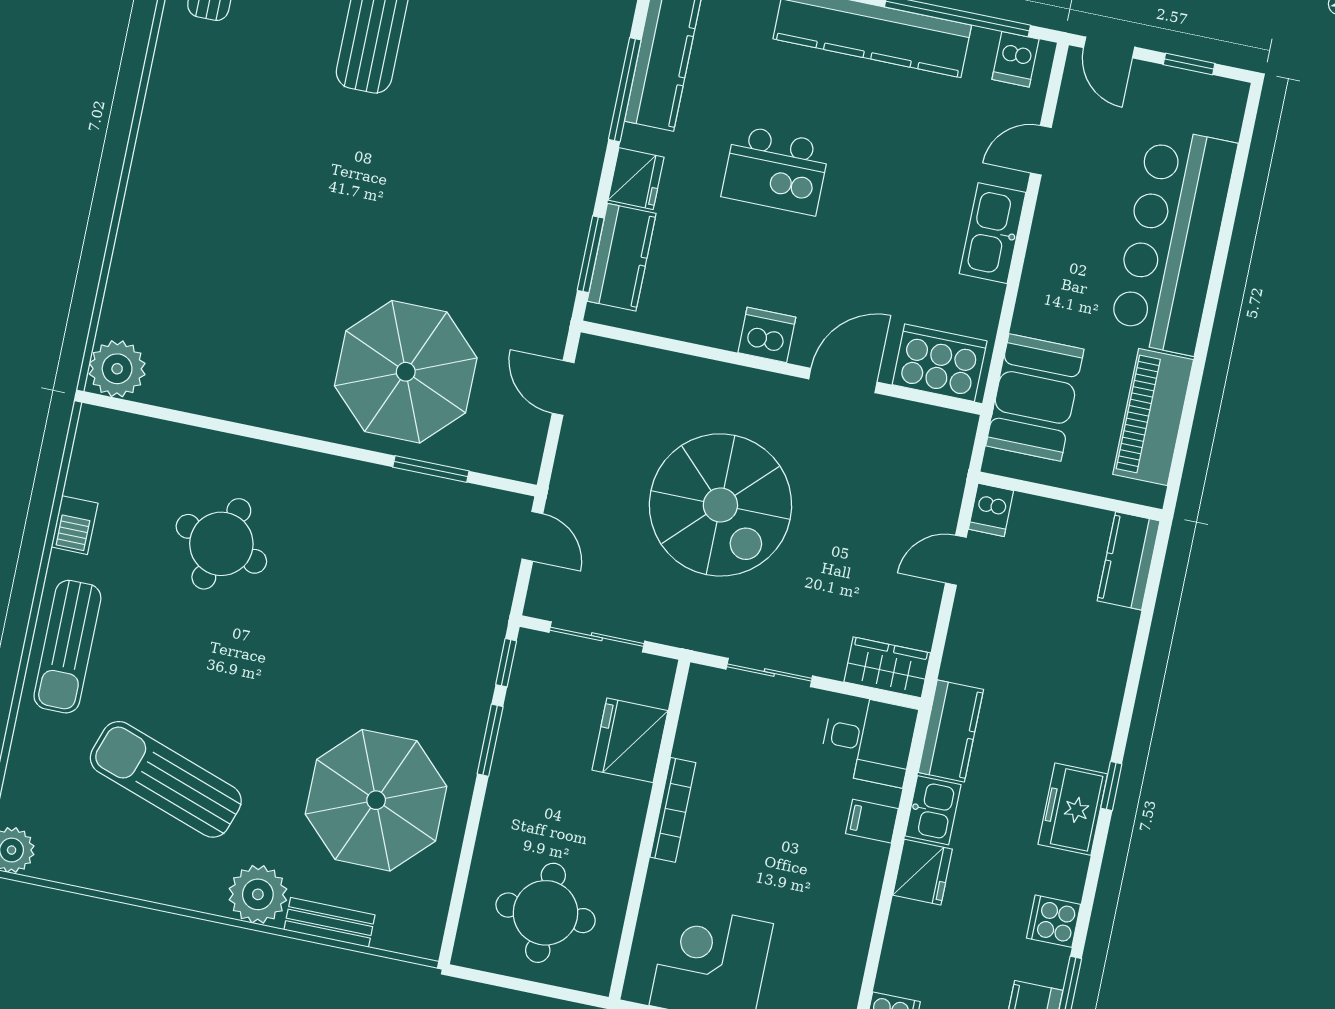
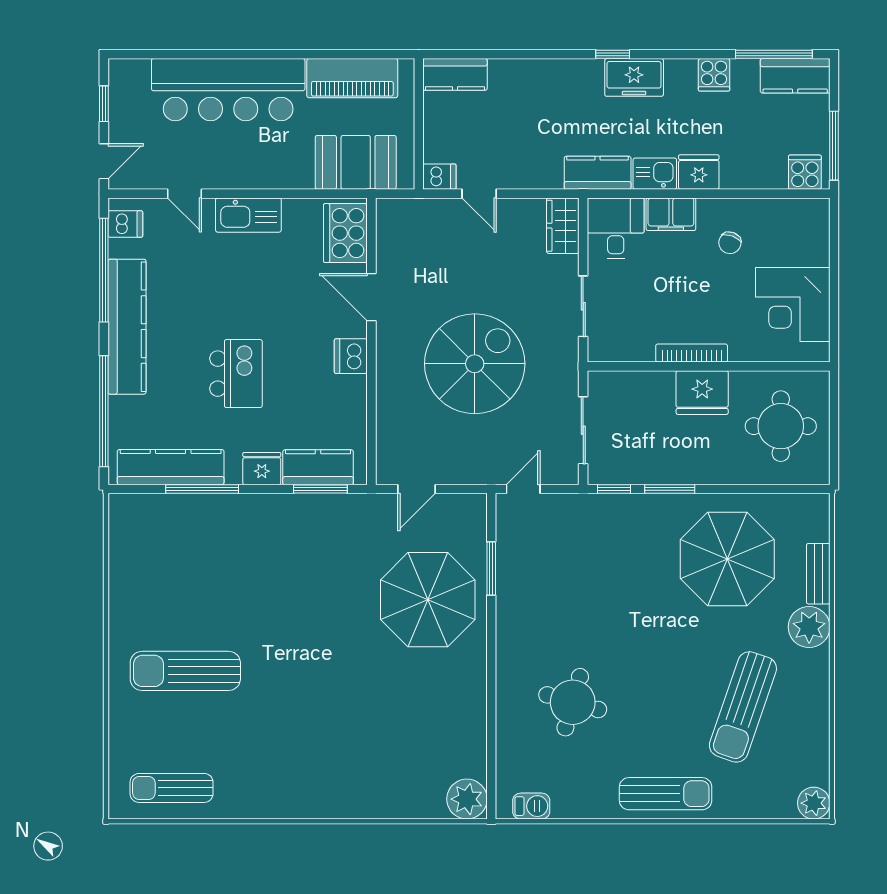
barbecue: (75, 525) -> (531, 806), moved
fridge: (630, 740) -> (702, 393), moved
filing cabinet: (872, 821) -> (671, 214), width x2.00
chair: (815, 895) -> (730, 243), added

